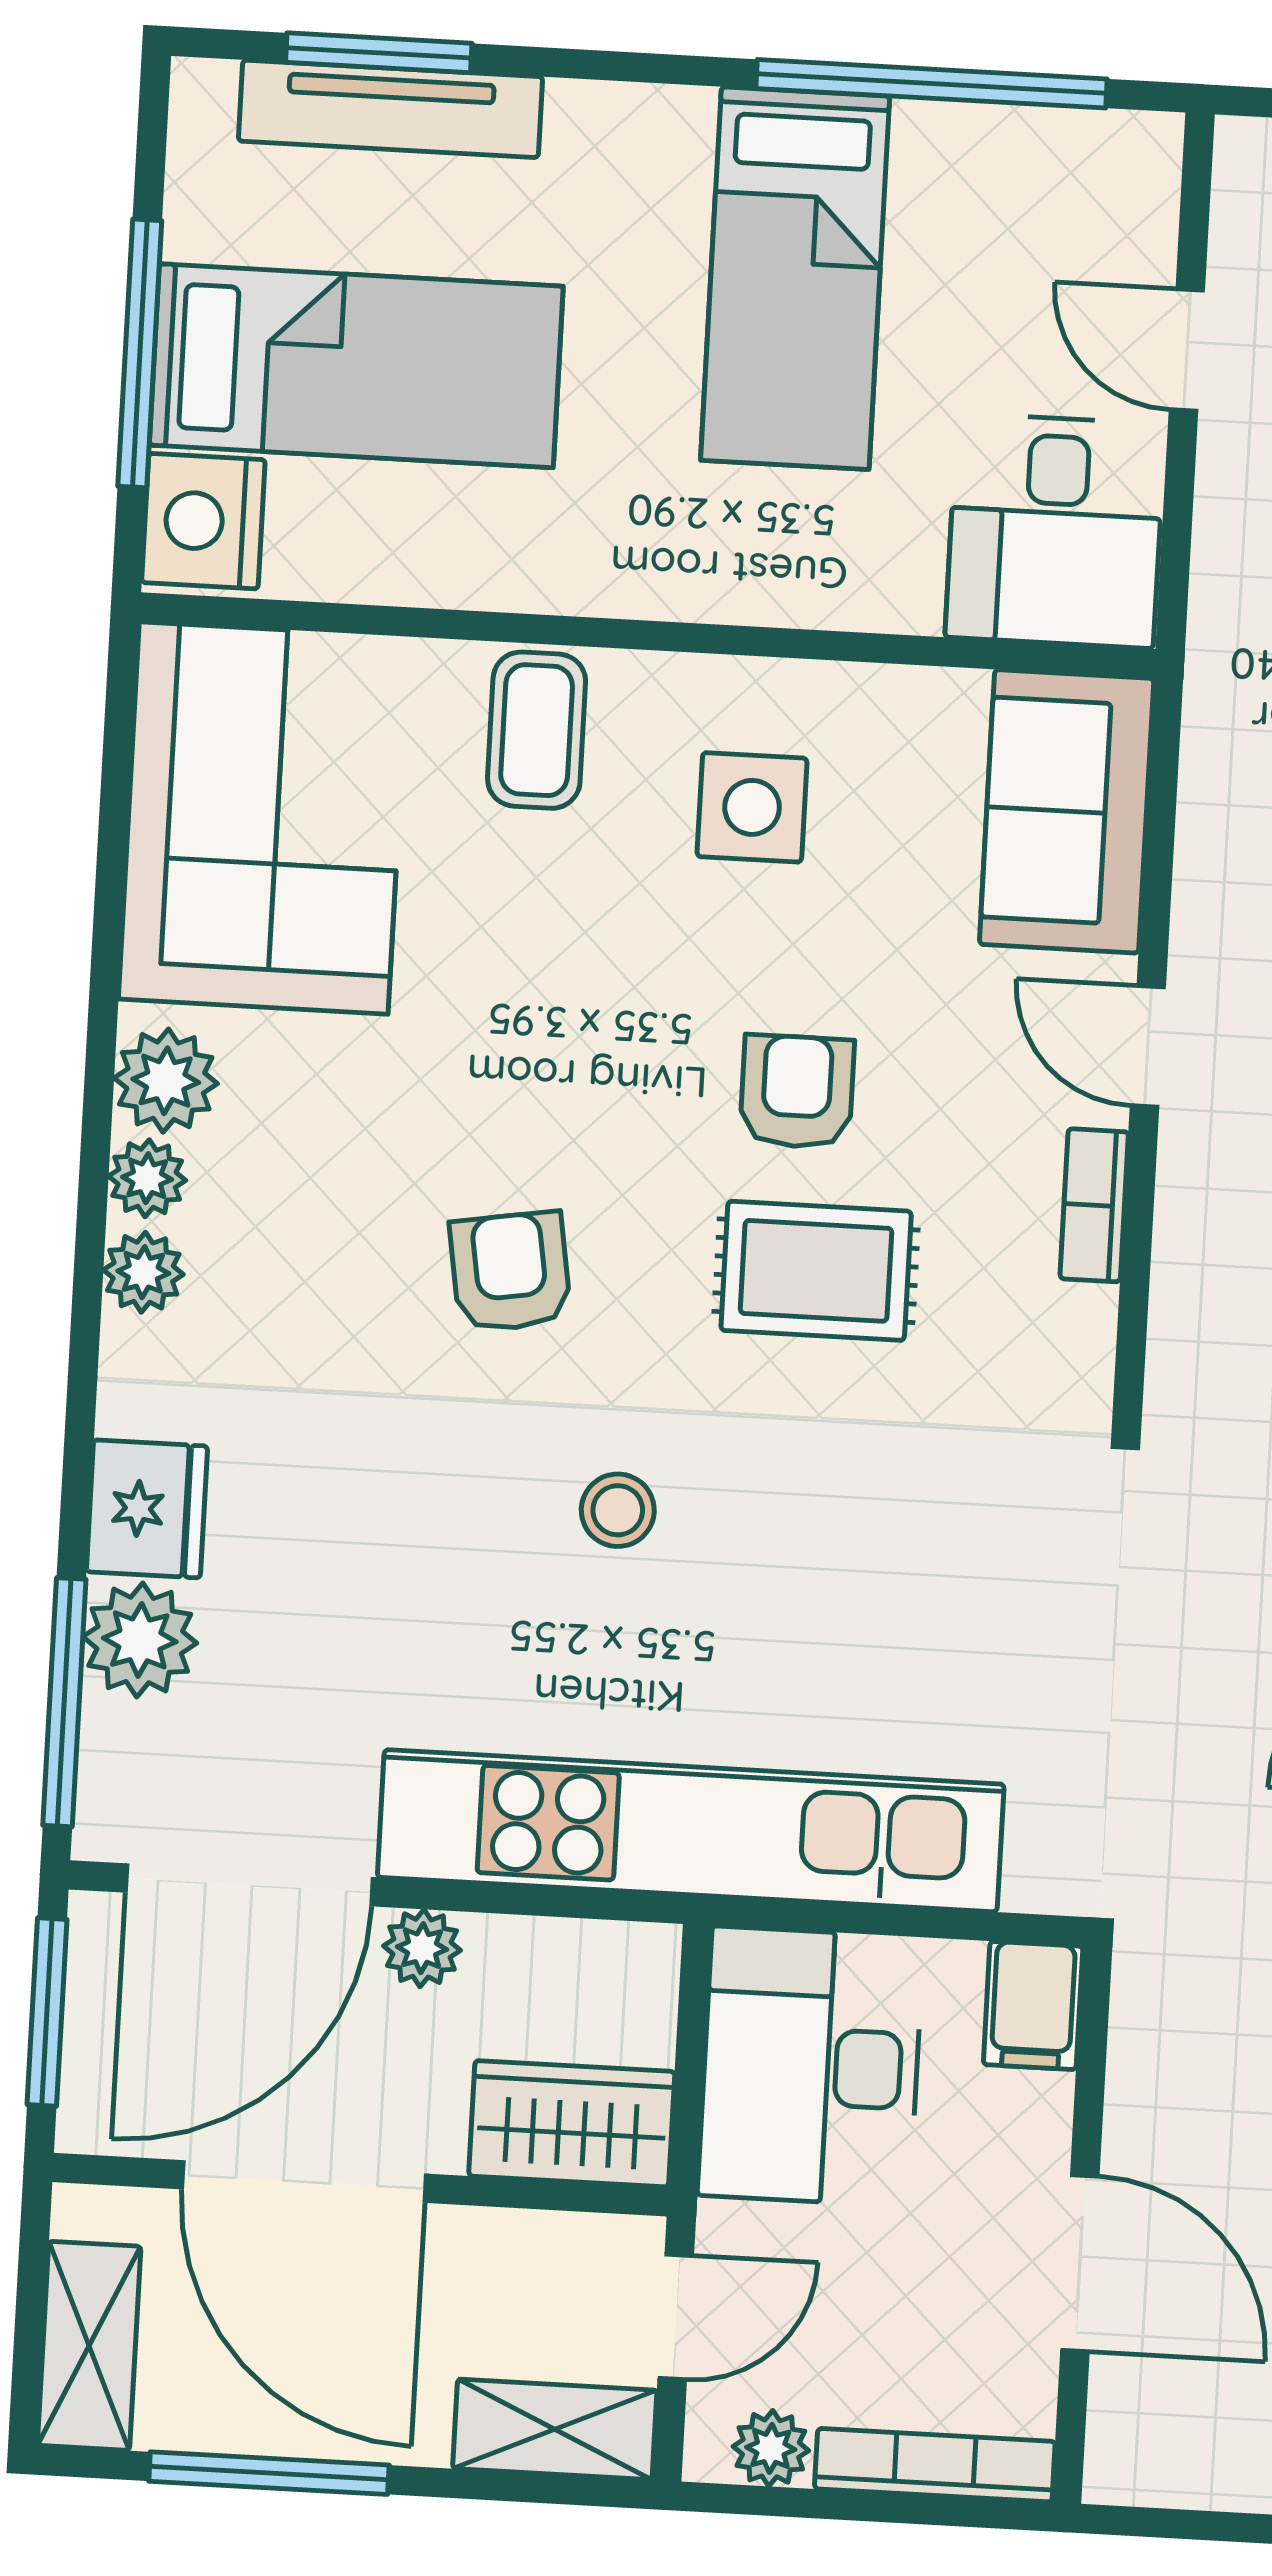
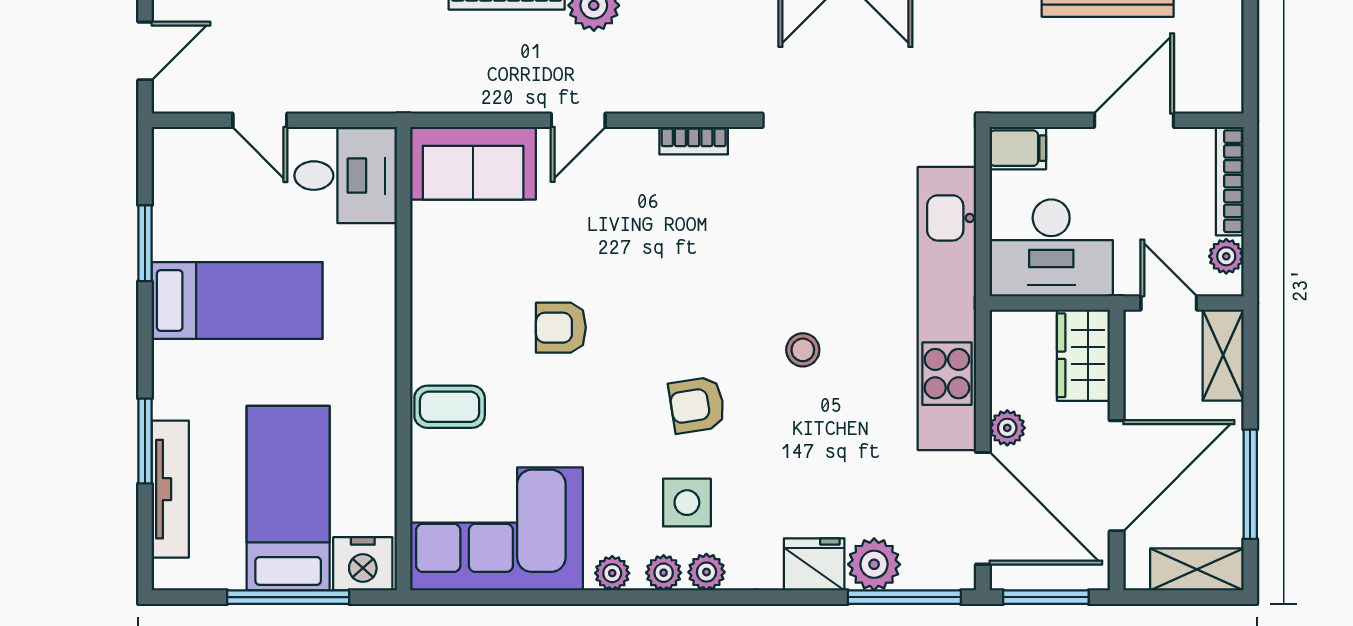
window: (379, 53) -> (145, 441), moved
window: (931, 84) -> (145, 243), width x0.47
door: (1187, 350) -> (260, 120), hinge flipped
side table: (752, 807) -> (687, 503), moved
plant: (166, 1081) -> (612, 573), width x0.73, depth x0.73
armchair: (797, 1092) -> (561, 328), moved
bookcase: (1094, 1205) -> (694, 141), moved
rug: (816, 1271) -> (689, 266), removed

